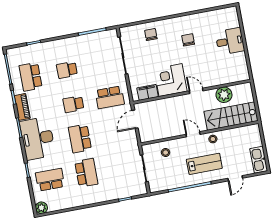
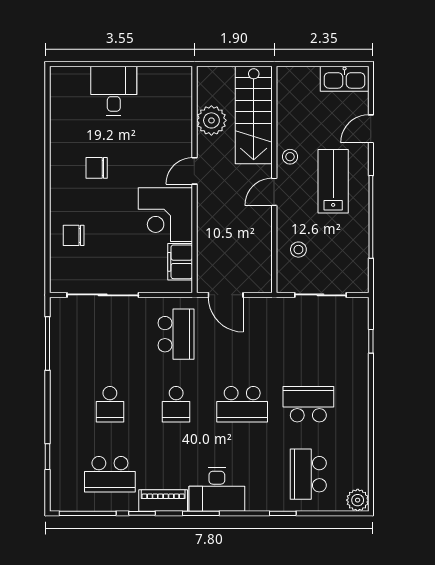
desk: (38, 138) -> (217, 489), width x0.73, depth x0.77
door: (235, 178) -> (371, 129), swing flipped

